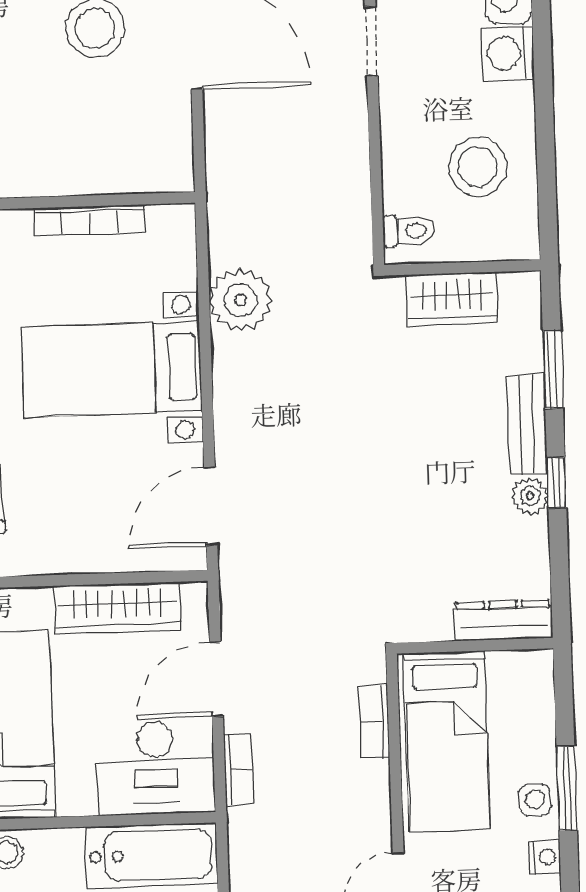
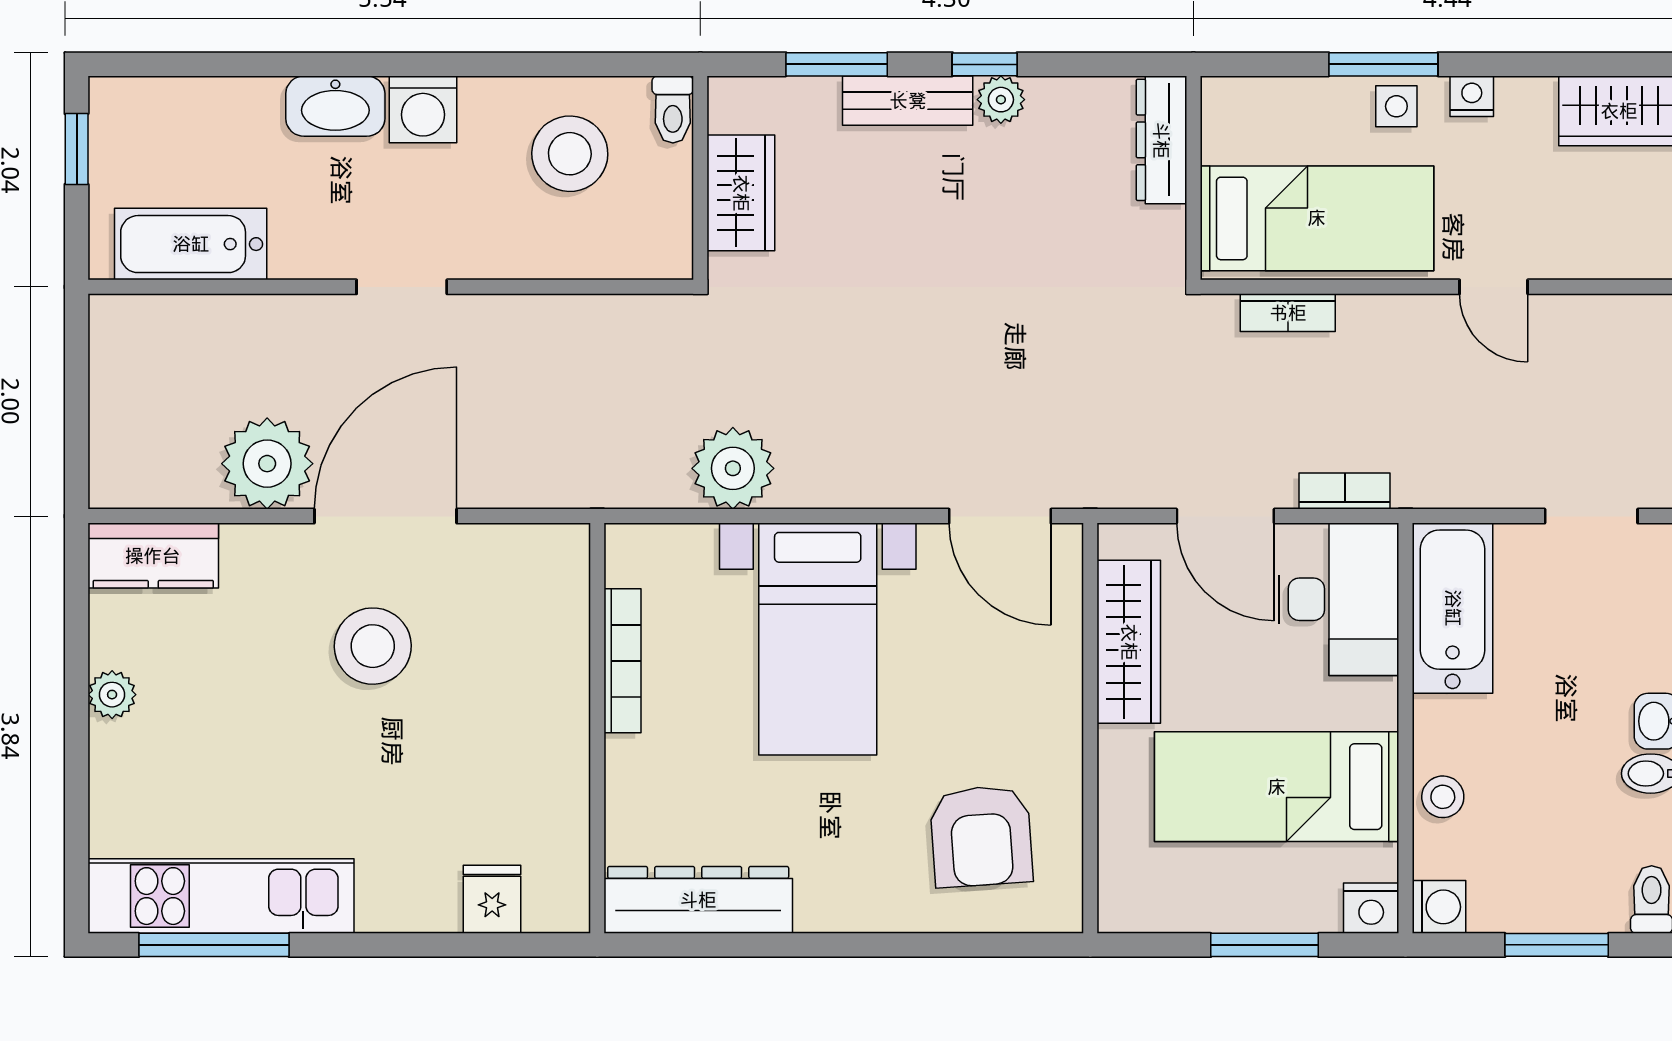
toilet: (409, 231) -> (673, 109), moved, turned 180

